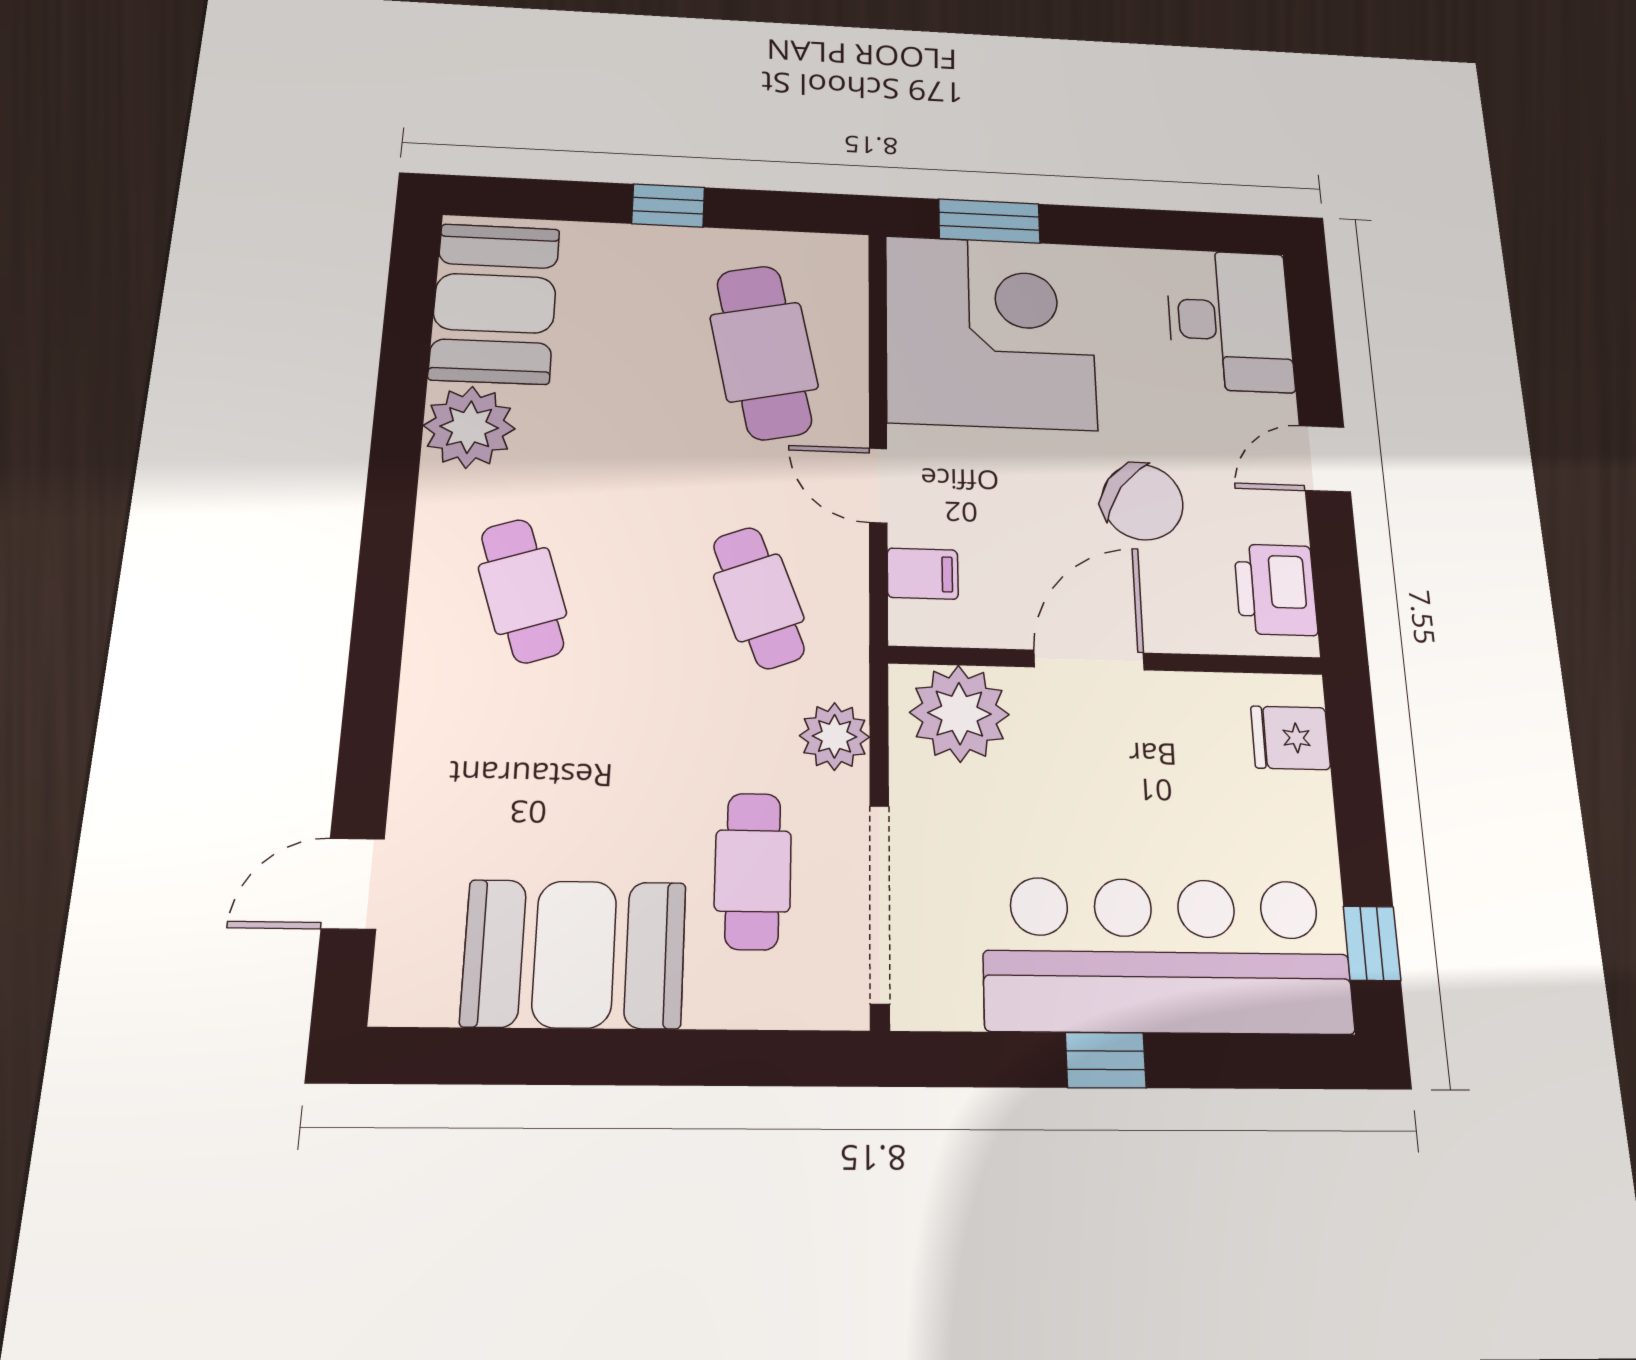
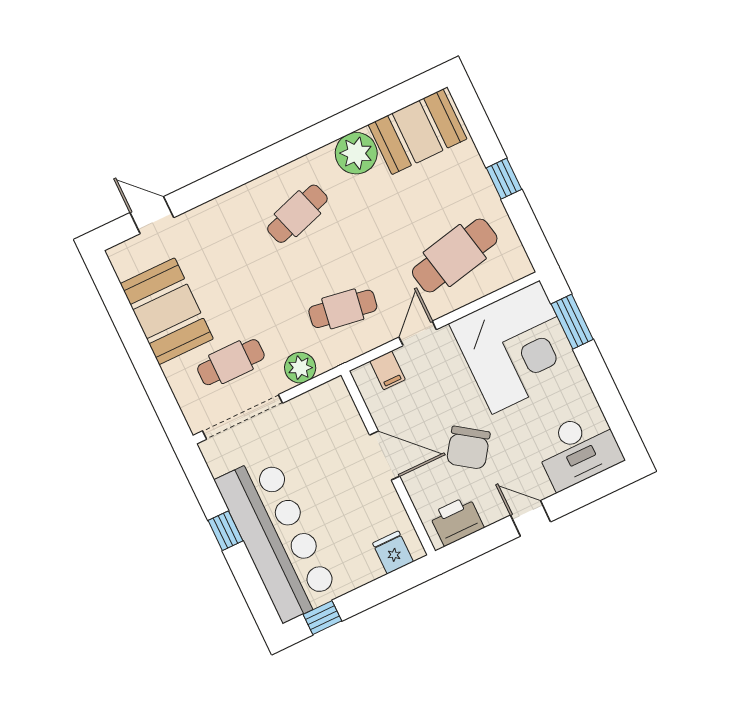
cafe table: (759, 598) -> (343, 309), turned 30
plant: (959, 713) -> (335, 413), removed

